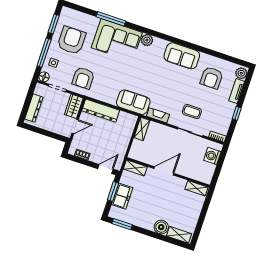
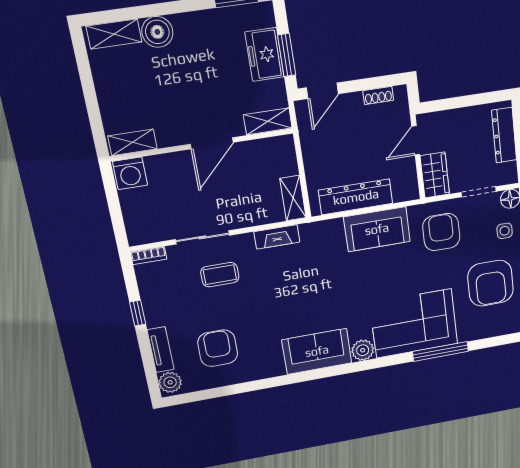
sofa: (182, 56) -> (317, 351), moved
sofa: (133, 102) -> (377, 229), moved
dresser: (101, 111) -> (356, 197), moved
washing machine: (212, 156) -> (130, 173), moved, turned 90

